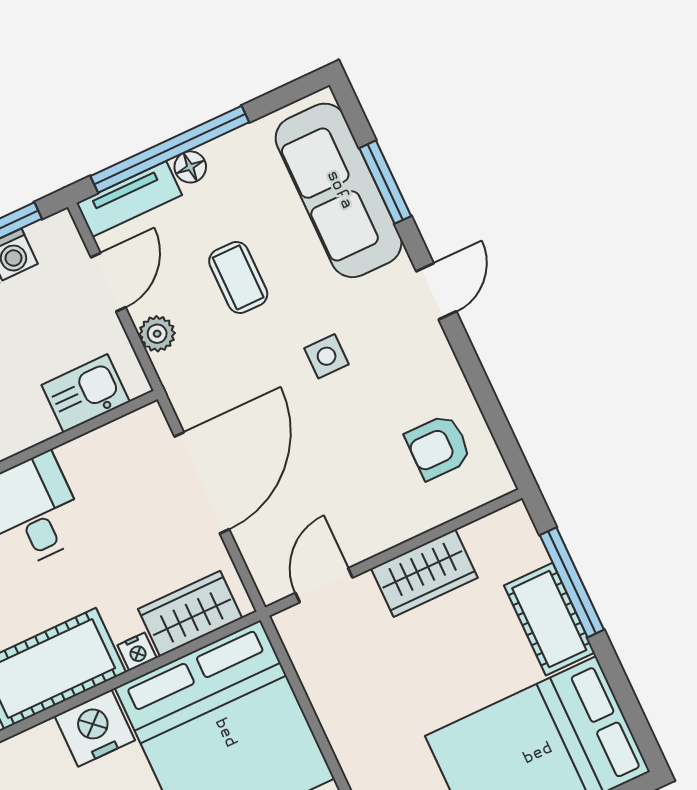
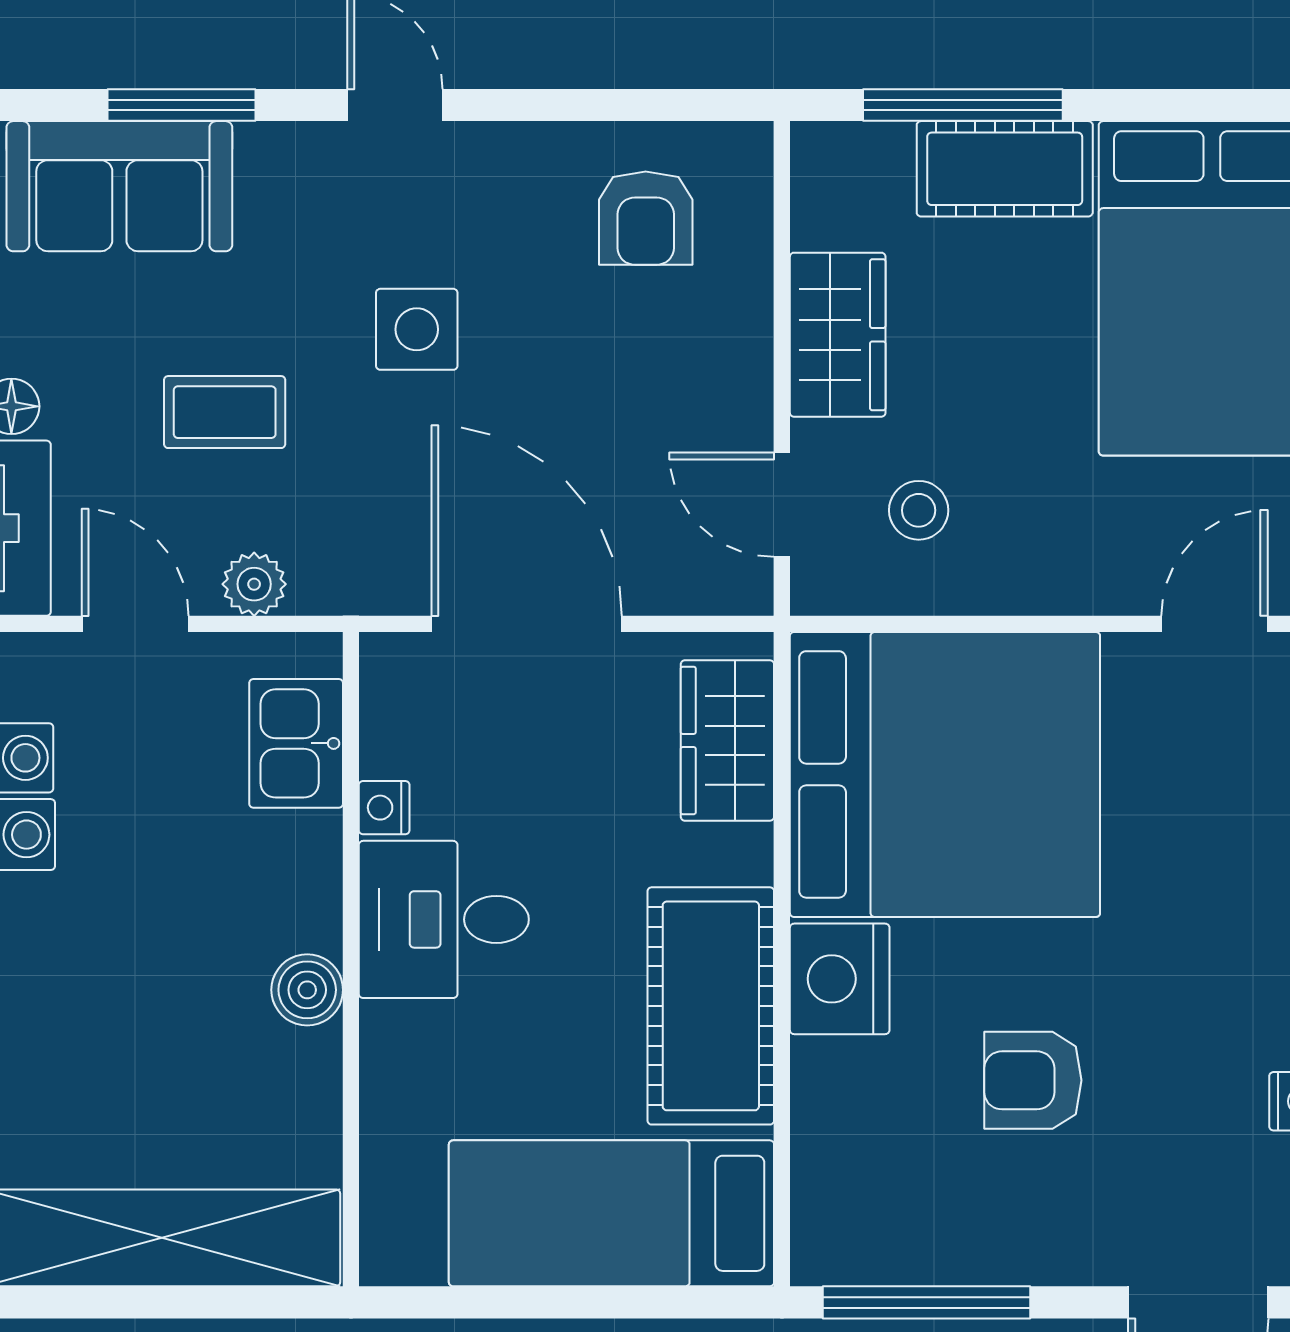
sofa: (339, 190) -> (119, 186), width x0.73
side table: (327, 356) -> (417, 329), width x1.37, depth x1.37
nightstand: (137, 652) -> (384, 808), moved, turned 180
stool: (354, 657) -> (919, 510), added

